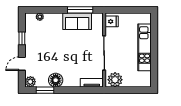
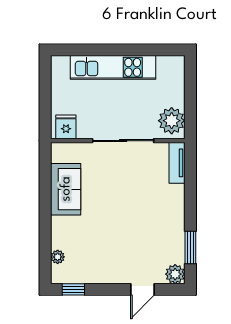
window: (80, 10) -> (45, 184), removed
window: (22, 38) -> (73, 289), moved
door: (22, 64) -> (143, 289), hinge flipped
floor lamp: (56, 80) -> (172, 228), removed

